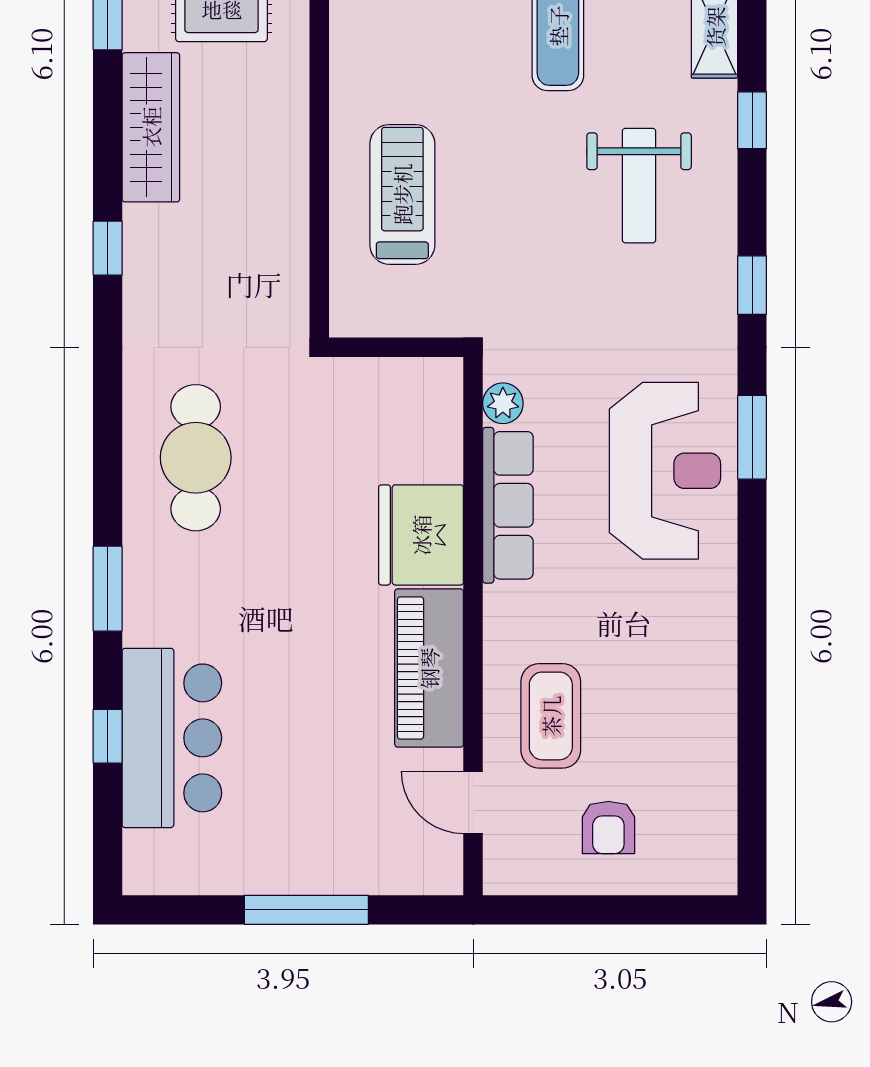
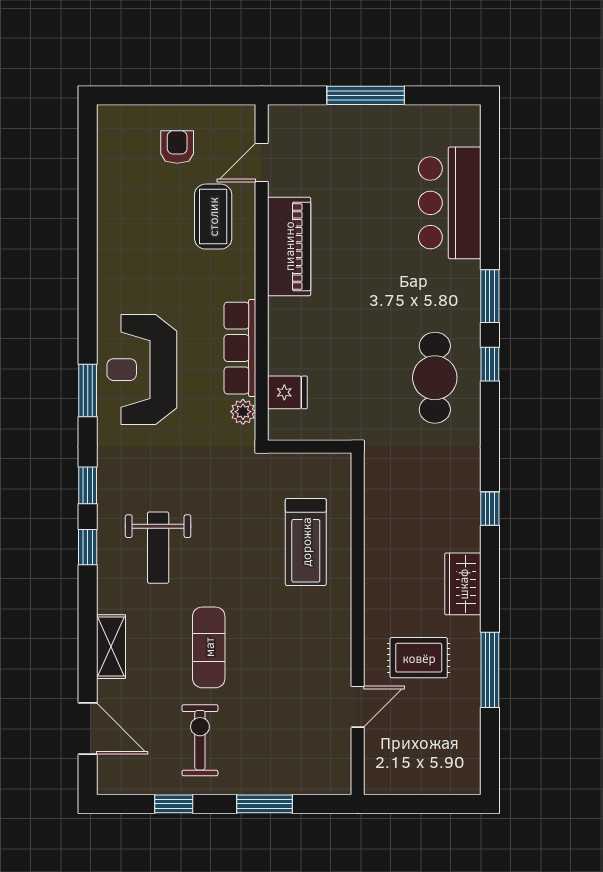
window: (752, 120) -> (88, 547), moved
wardrobe: (151, 127) -> (463, 584), width x0.67
weight bench: (639, 186) -> (158, 548), turned 180
fridge: (421, 535) -> (287, 392), moved, width x0.53, depth x0.75
window: (108, 736) -> (490, 364), moved
door: (473, 802) -> (262, 163), swing flipped

